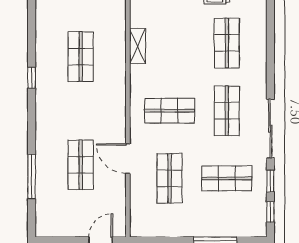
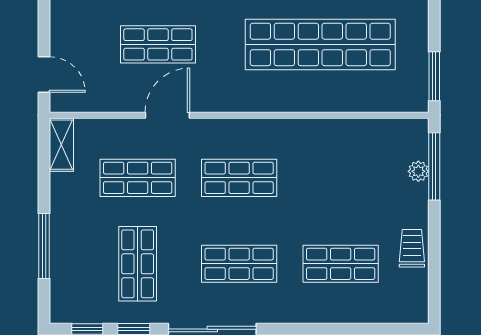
shelving: (138, 46) -> (61, 145), moved, turned 90
shop shelf: (81, 57) -> (320, 44), width x2.00, depth x1.36
shop shelf: (170, 111) -> (239, 178), turned 90

